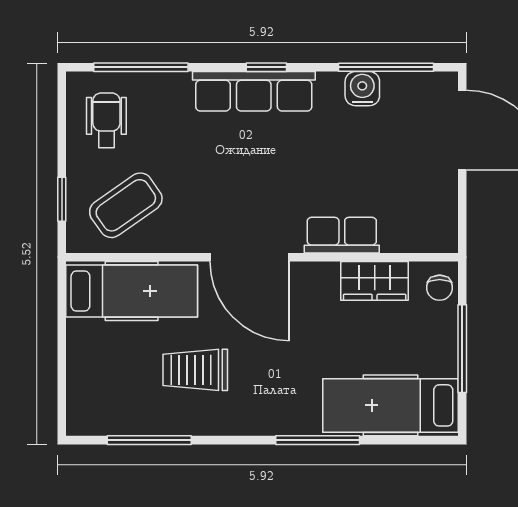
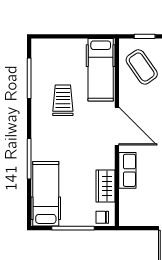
door: (250, 257) -> (117, 126), swing flipped

